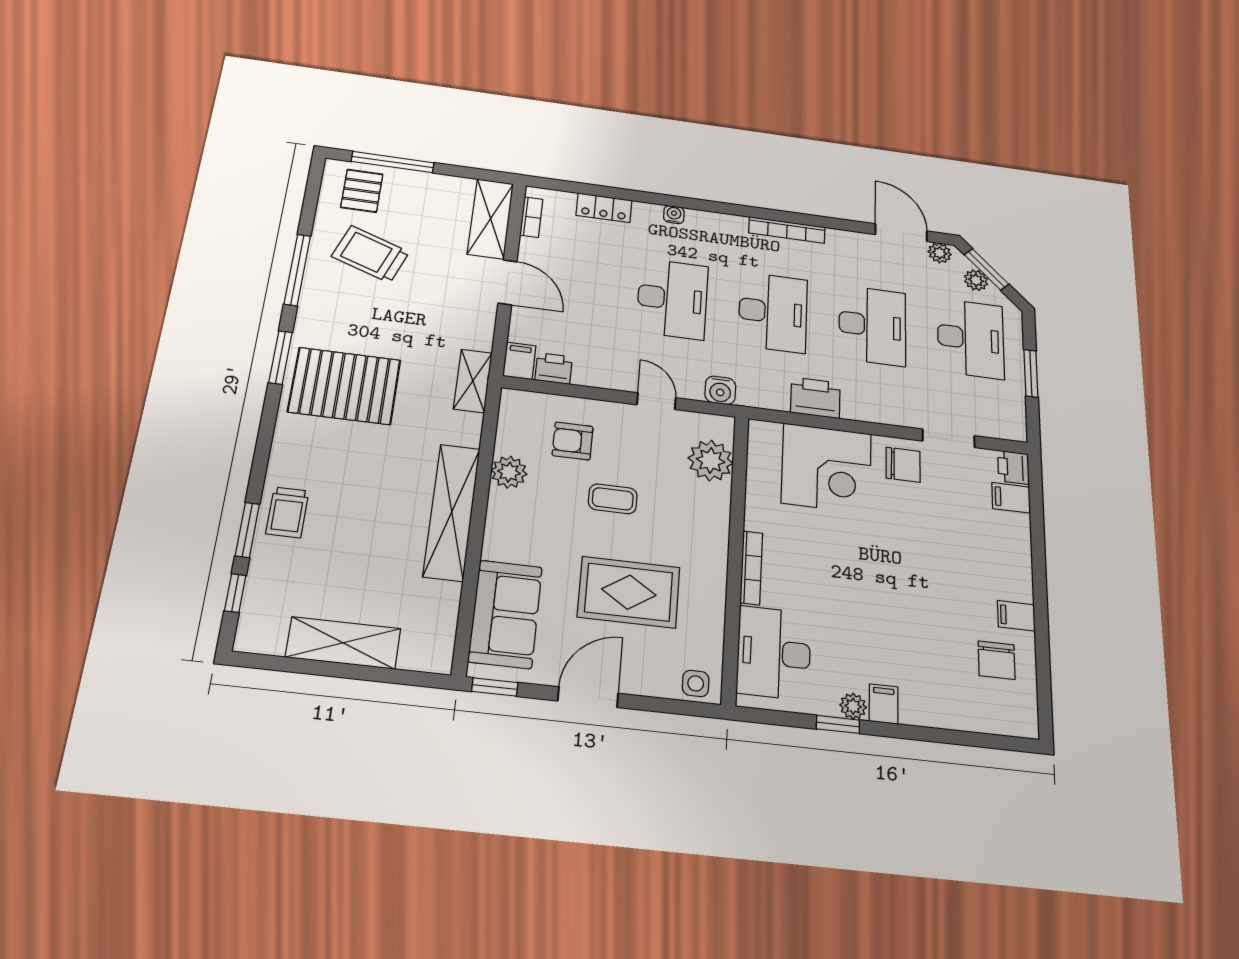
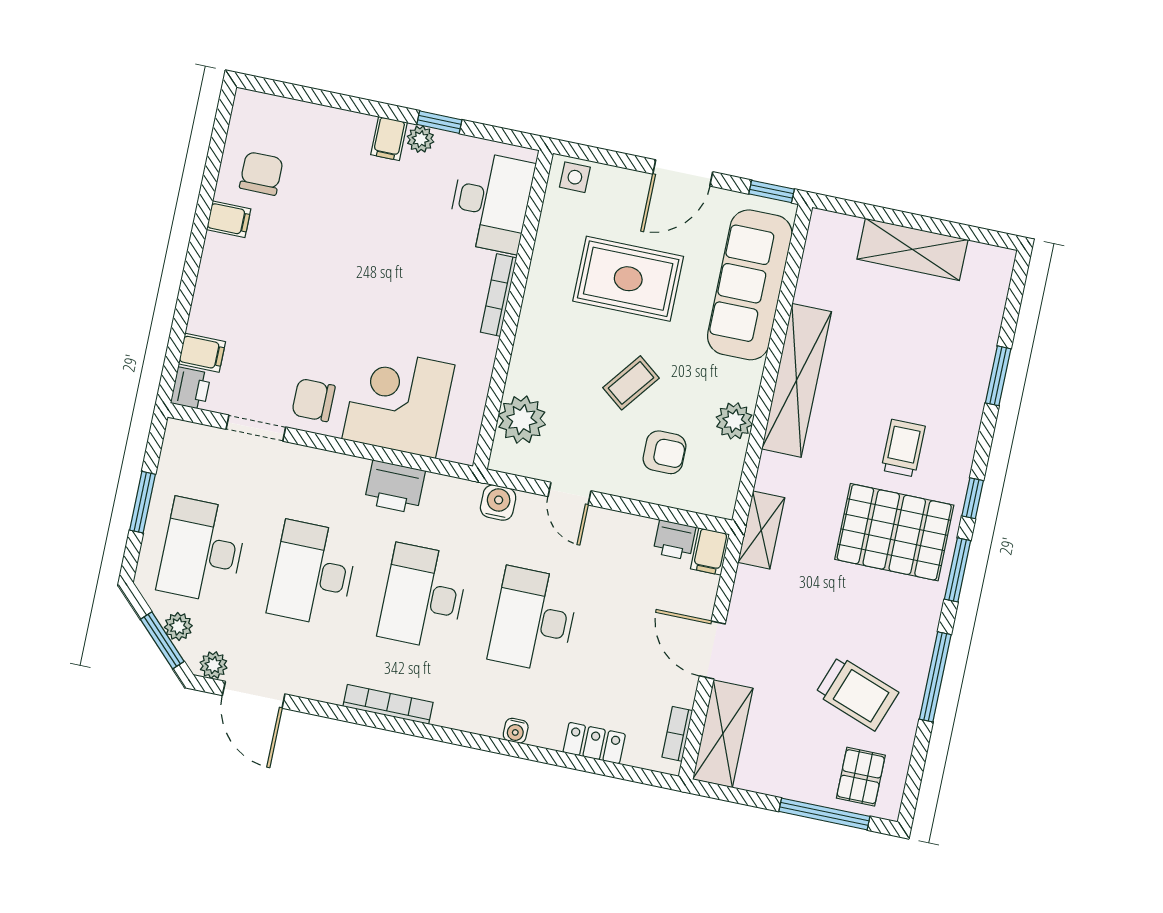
coffee table: (613, 499) -> (631, 383), turned -52
trolley: (287, 512) -> (903, 448), moved
window: (235, 593) -> (973, 498), moved
sofa: (505, 614) -> (750, 285), width x1.36

